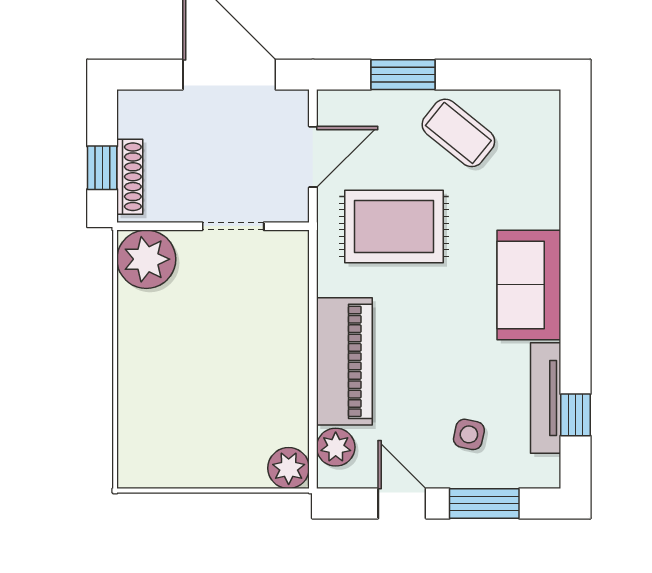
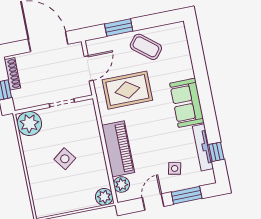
shoe rack: (130, 177) -> (12, 74), moved
side table: (214, 360) -> (65, 159), added
door: (402, 504) -> (153, 202), hinge flipped

